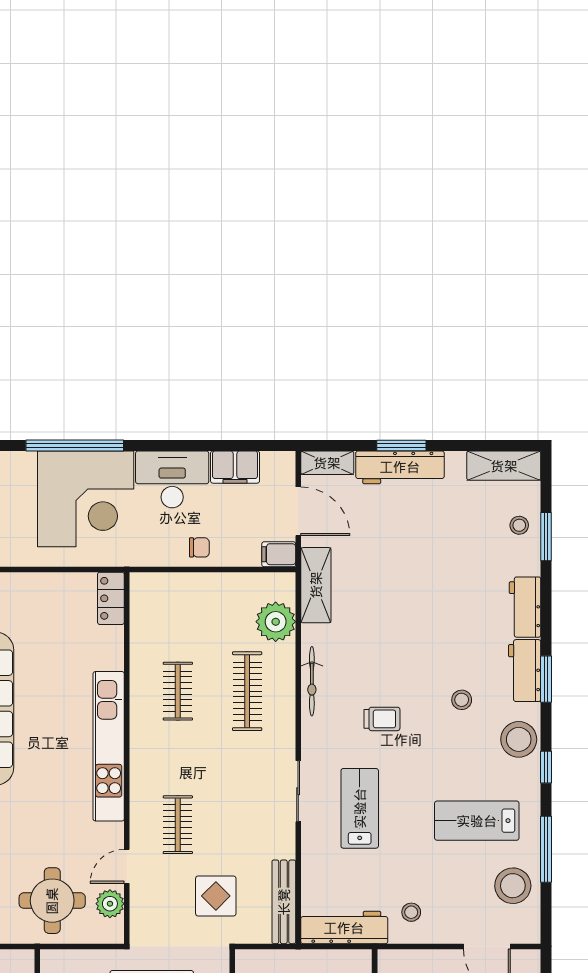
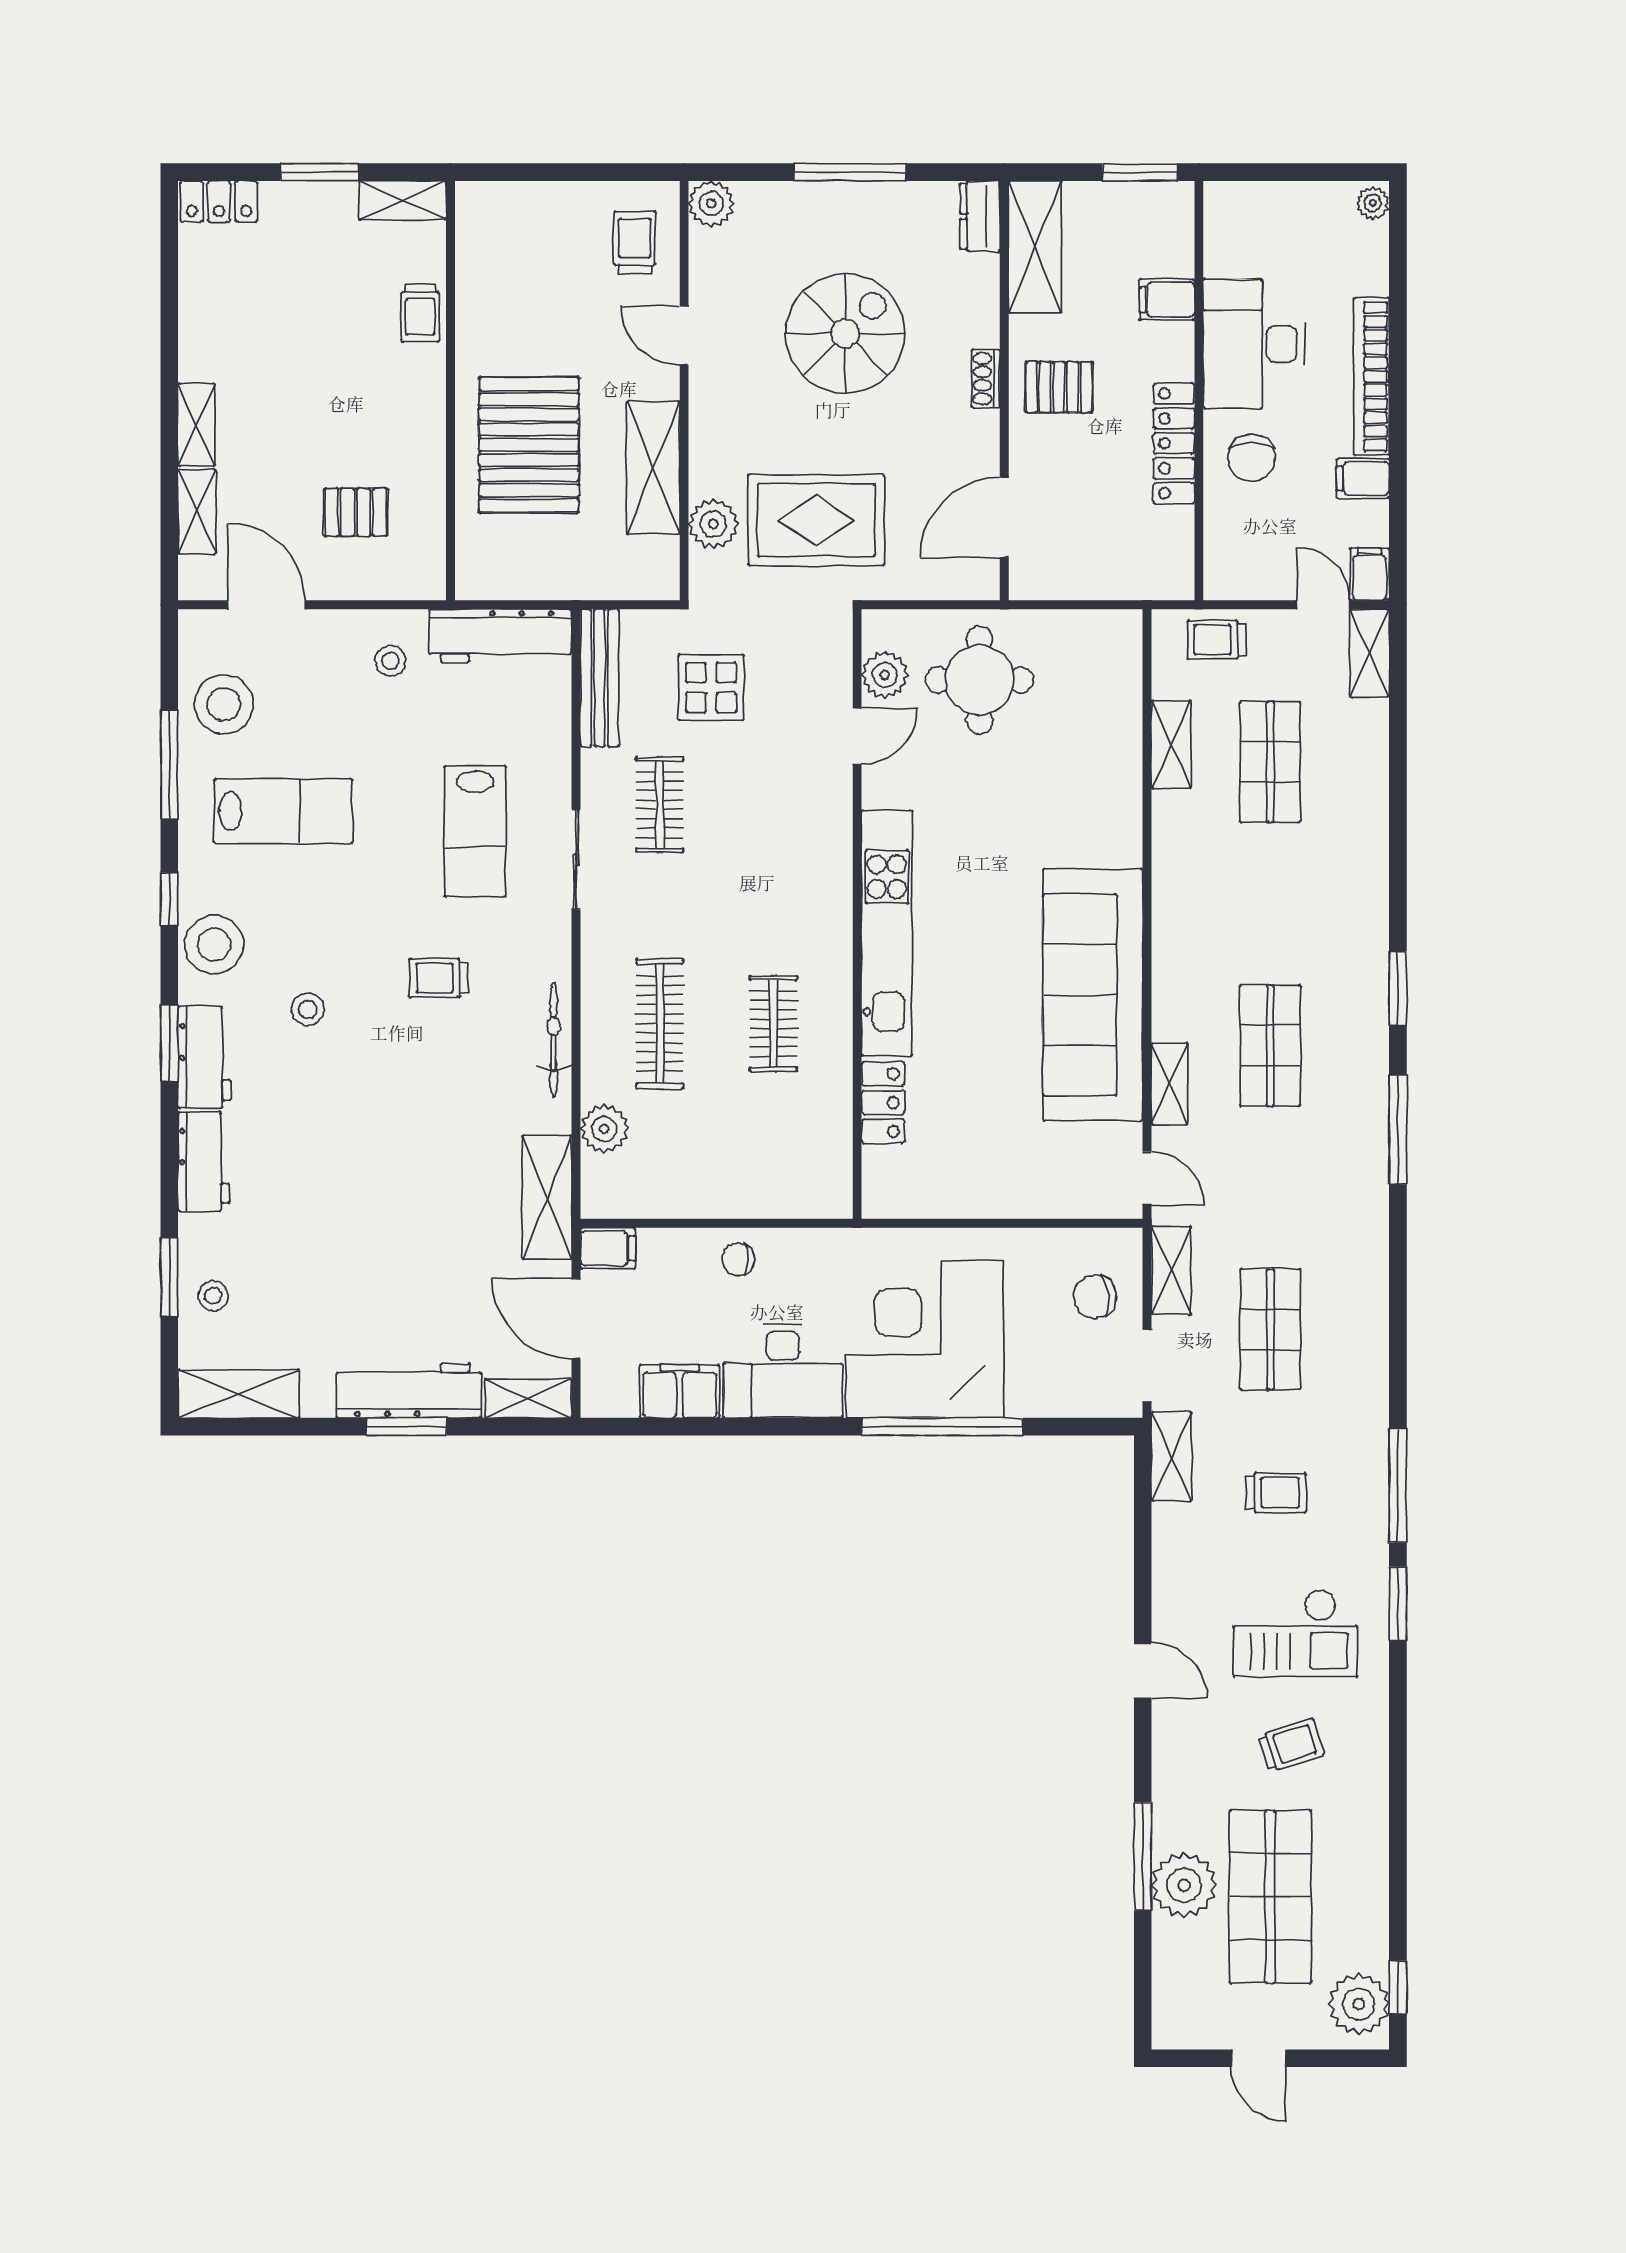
locker: (111, 598) -> (883, 1103), moved
plant: (276, 622) -> (604, 1129), width x0.73, depth x0.73
clothes rail: (178, 825) -> (660, 804), moved

